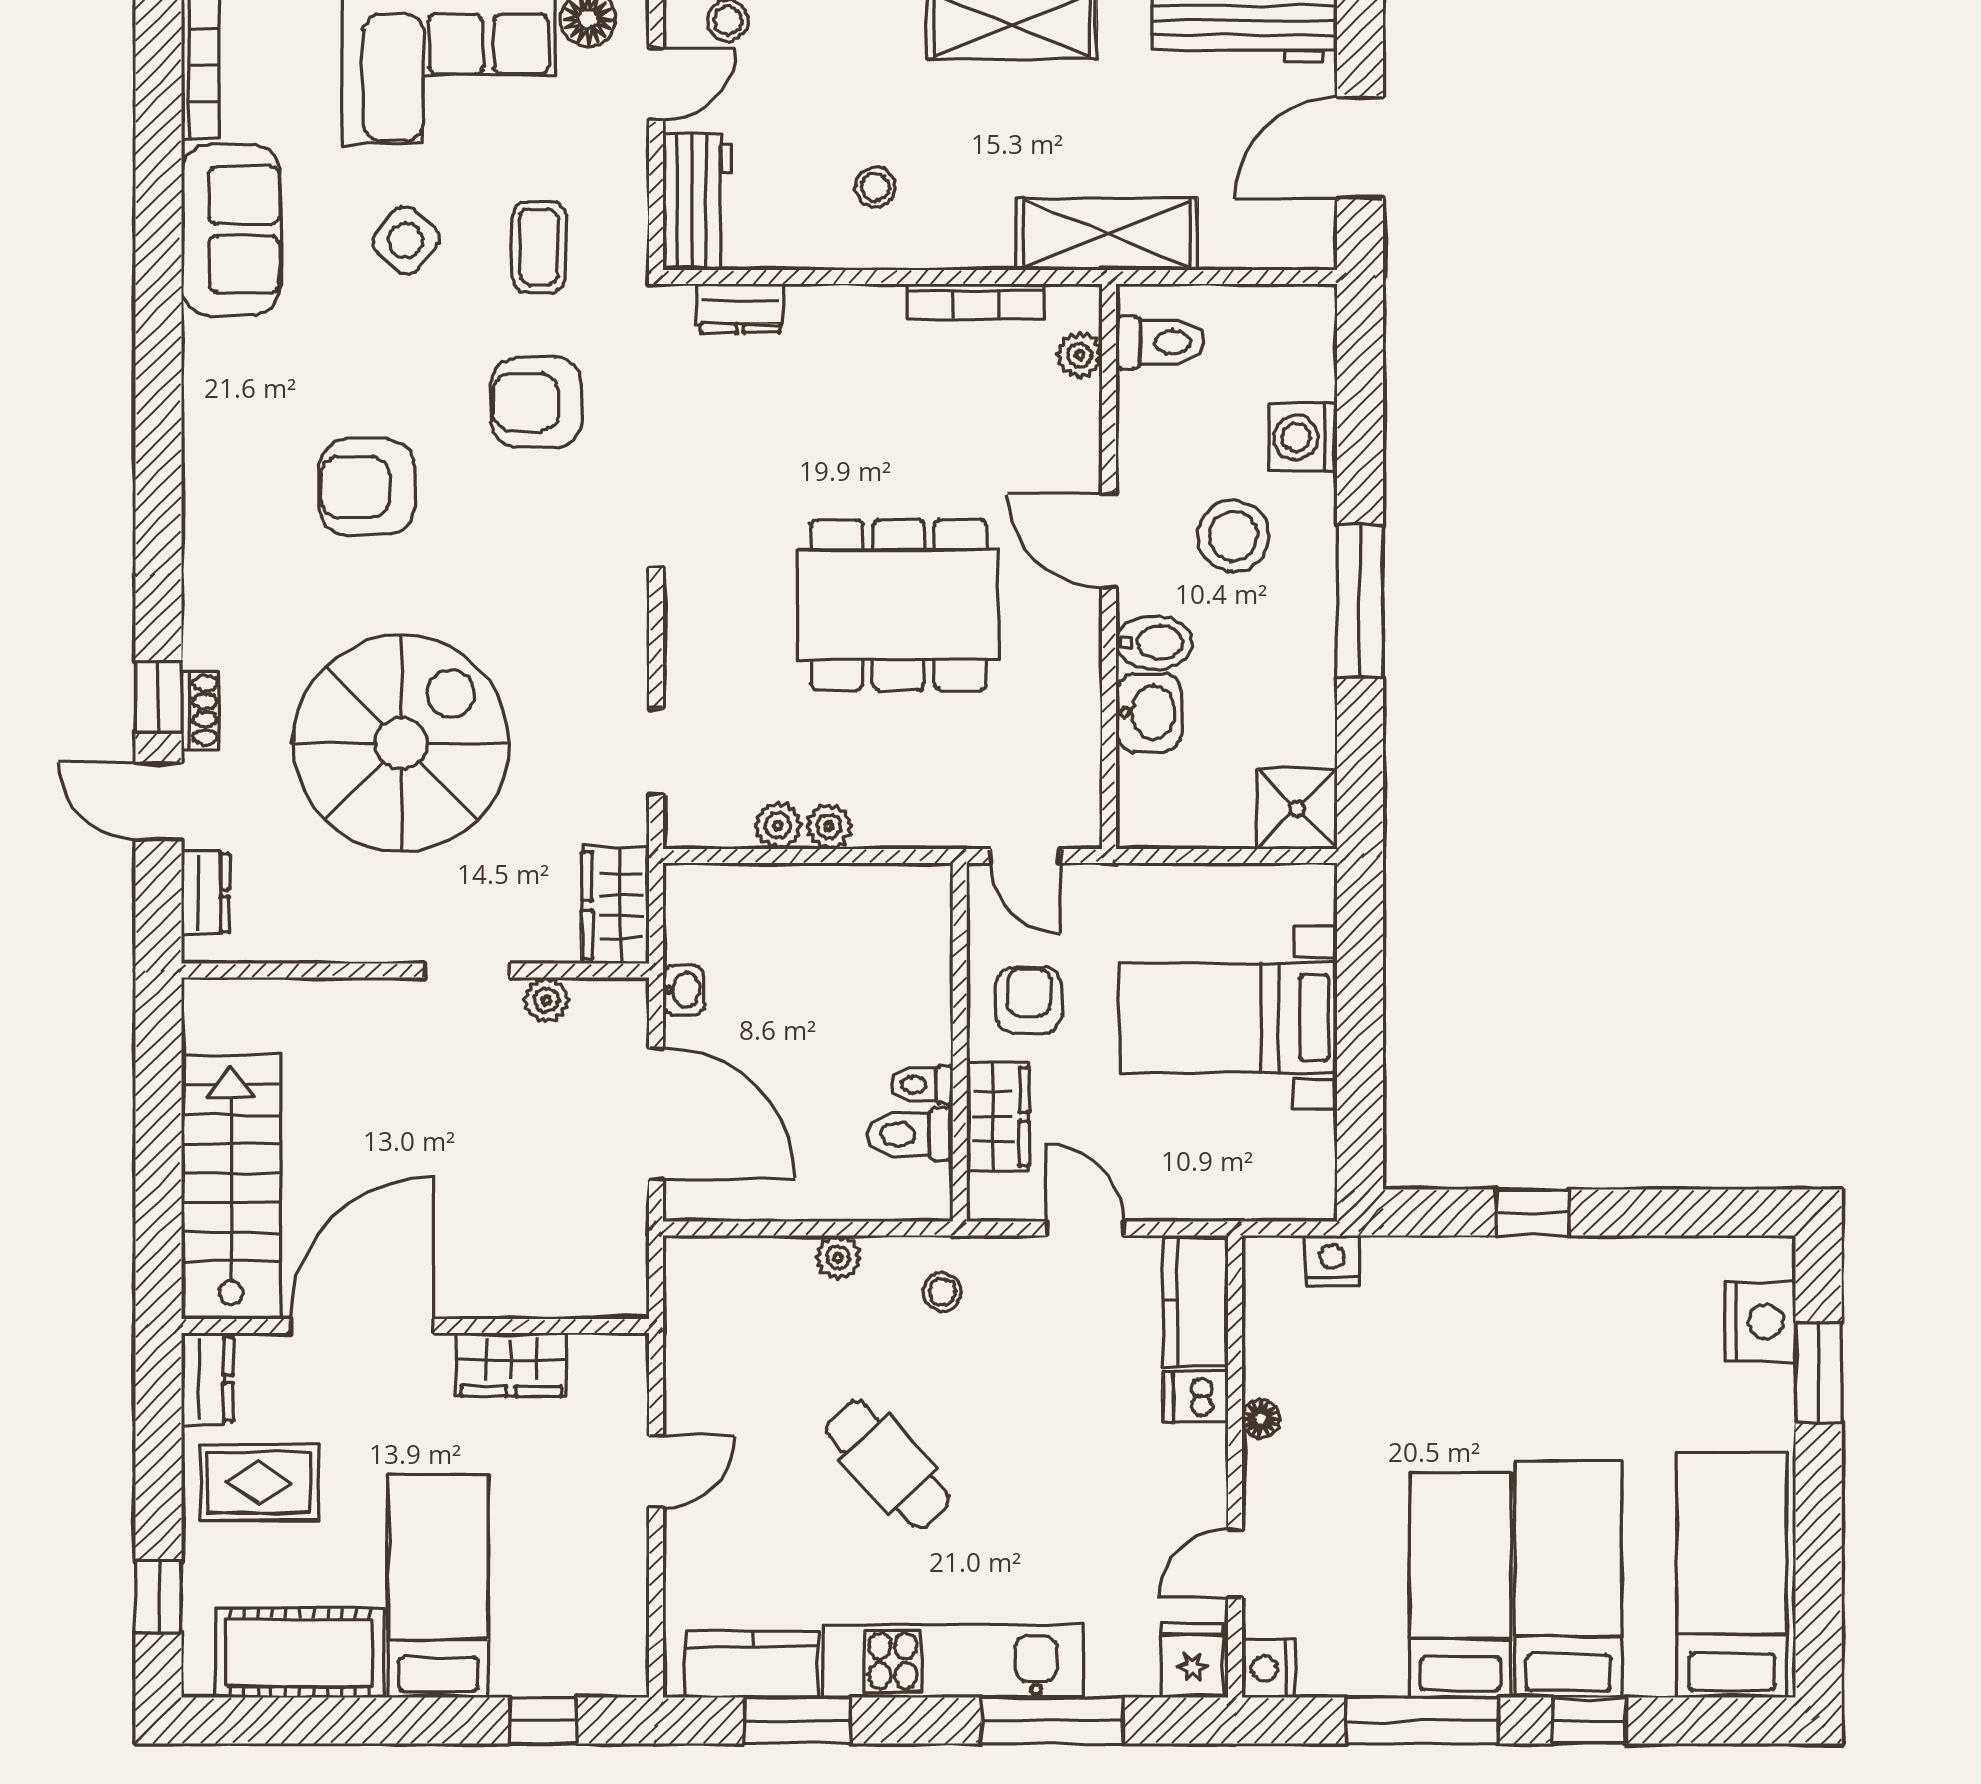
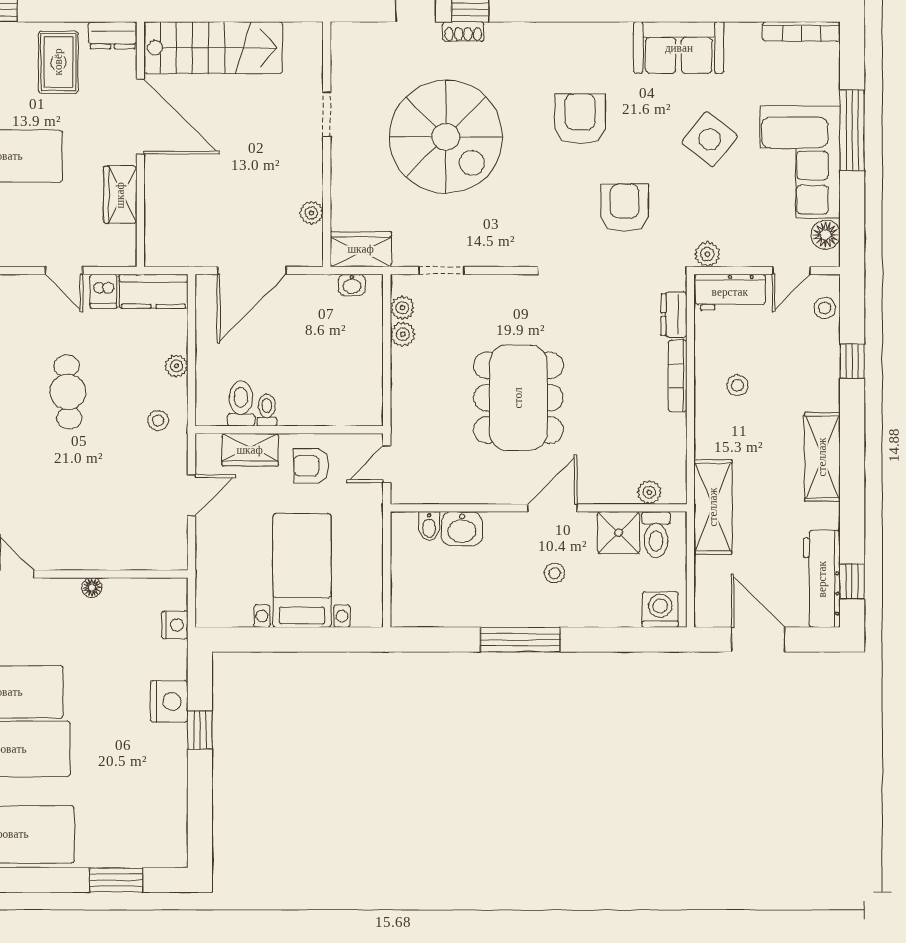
door: (656, 84) -> (791, 270), hinge flipped
sofa: (231, 230) -> (679, 48), moved
side table: (406, 240) -> (710, 139), width x1.37, depth x1.37
plant: (625, 245) -> (707, 254), added
coffee table: (539, 247) -> (706, 209), removed
bookcase: (976, 301) -> (678, 376), moved
washing machine: (1303, 437) -> (660, 609), moved
stool: (1233, 536) -> (555, 573), width x0.53, depth x0.53
bidet: (1154, 643) -> (429, 526), moved, width x0.72, depth x0.74
shower: (1297, 809) -> (619, 533), moved
plant: (829, 826) -> (402, 308), moved
dresser: (205, 893) -> (368, 34), removed
doorway: (467, 971) -> (327, 114), moved
washbasin: (683, 990) -> (352, 285), moved
armchair: (1029, 1000) -> (311, 466), turned 180
kitchen counter: (1195, 1301) -> (153, 291), moved, turned 180
nightstand: (1760, 1322) -> (169, 701), moved, turned -90
dishwasher: (1195, 1397) -> (103, 291), moved, turned 180
cafe table: (888, 1464) -> (68, 392), turned -50

